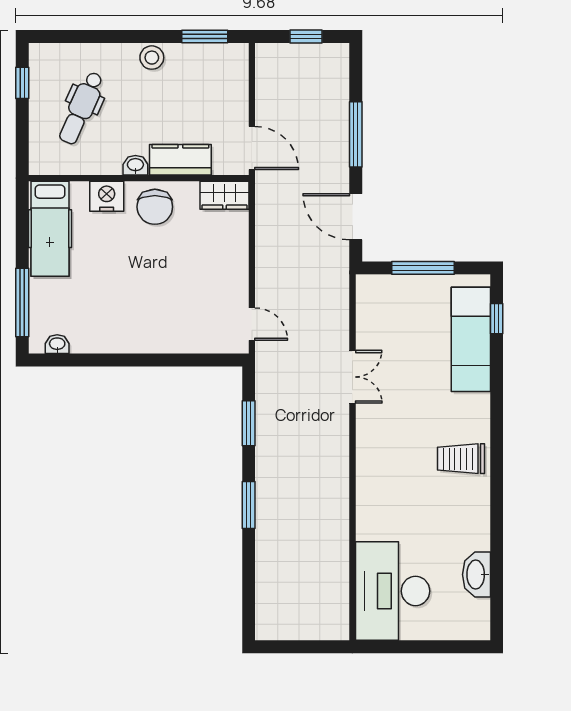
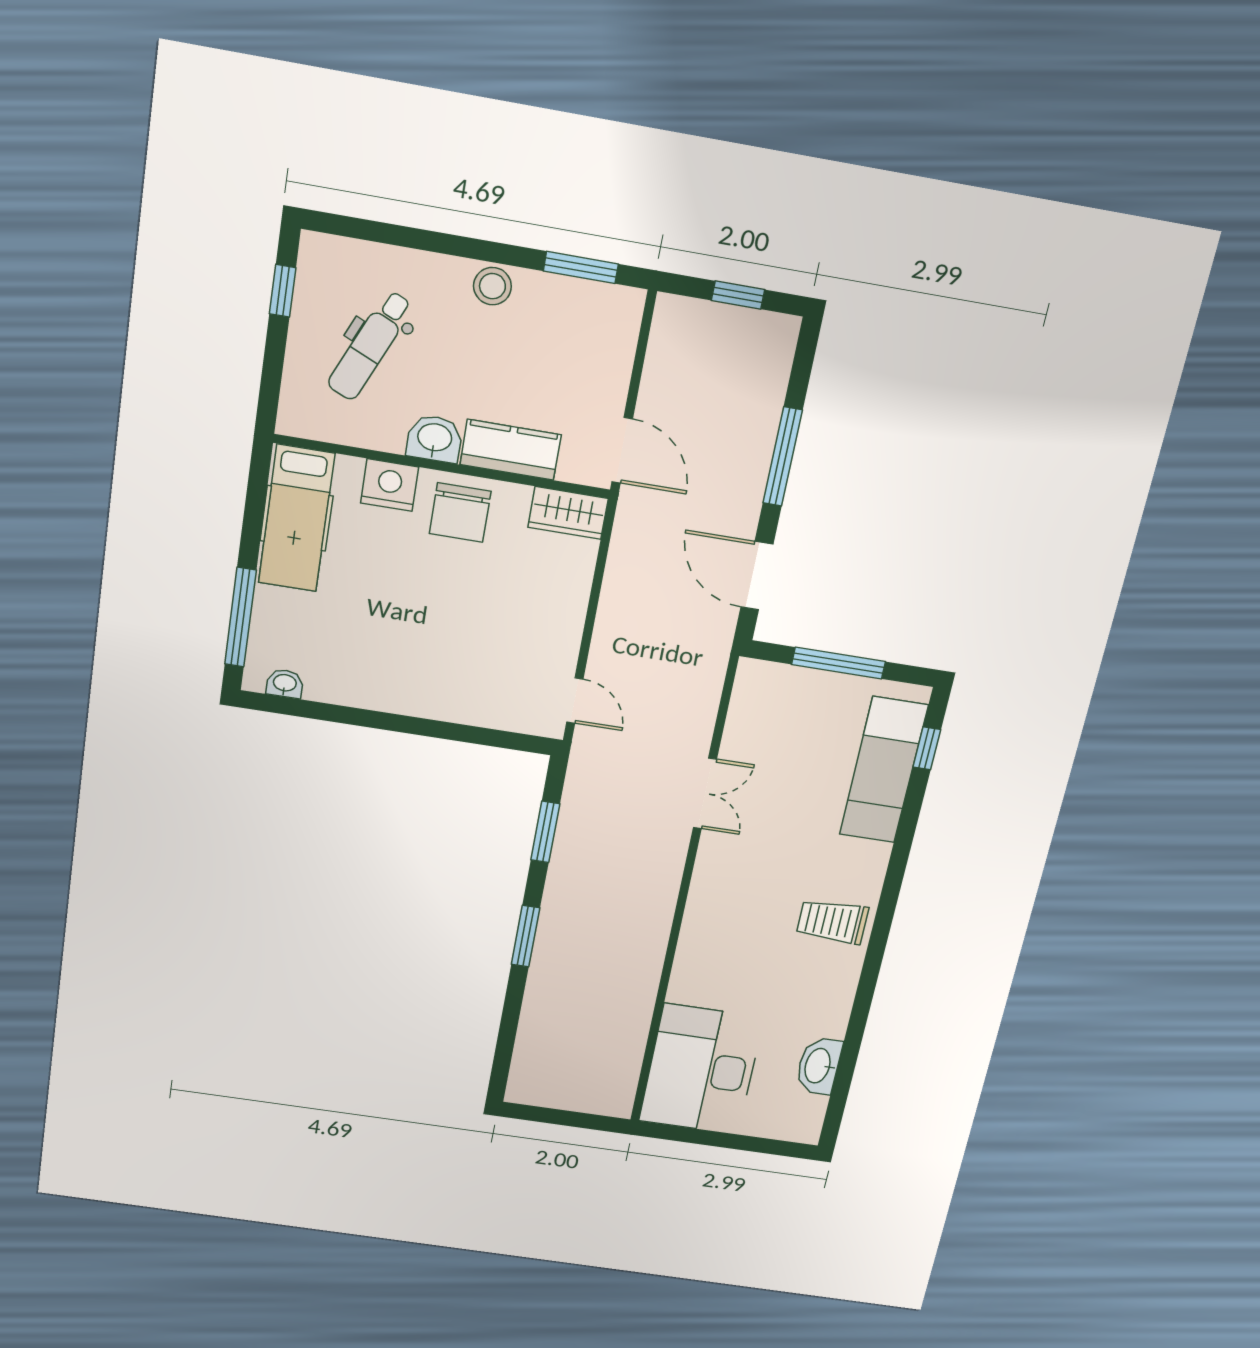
washbasin: (135, 165) -> (435, 439), width x1.38, depth x1.45

